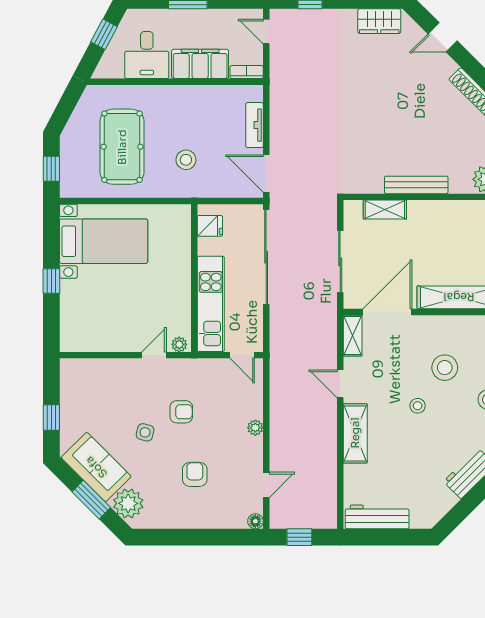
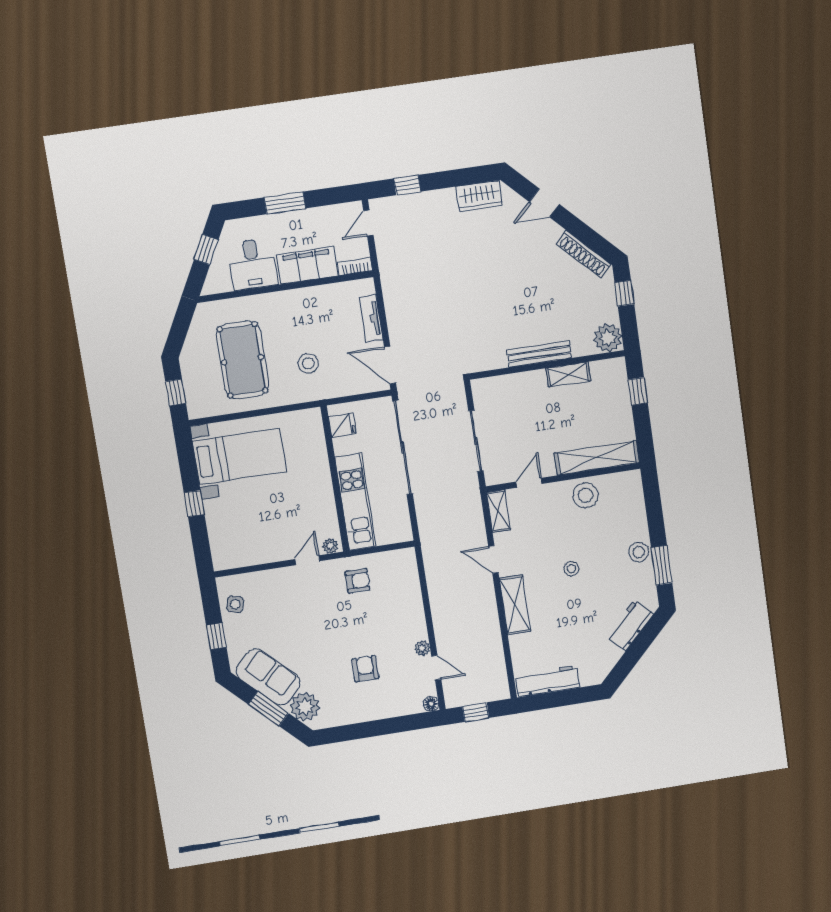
door: (266, 32) -> (368, 223), hinge flipped
shelving: (385, 210) -> (568, 374), moved
door: (387, 312) -> (529, 483), width x0.53
door: (242, 355) -> (394, 547), removed
stool: (445, 368) -> (585, 495), moved
armchair: (181, 412) -> (357, 581), moved
plant: (255, 428) -> (422, 648), moved
side table: (145, 432) -> (235, 604), moved
door: (266, 485) -> (436, 668), hinge flipped

